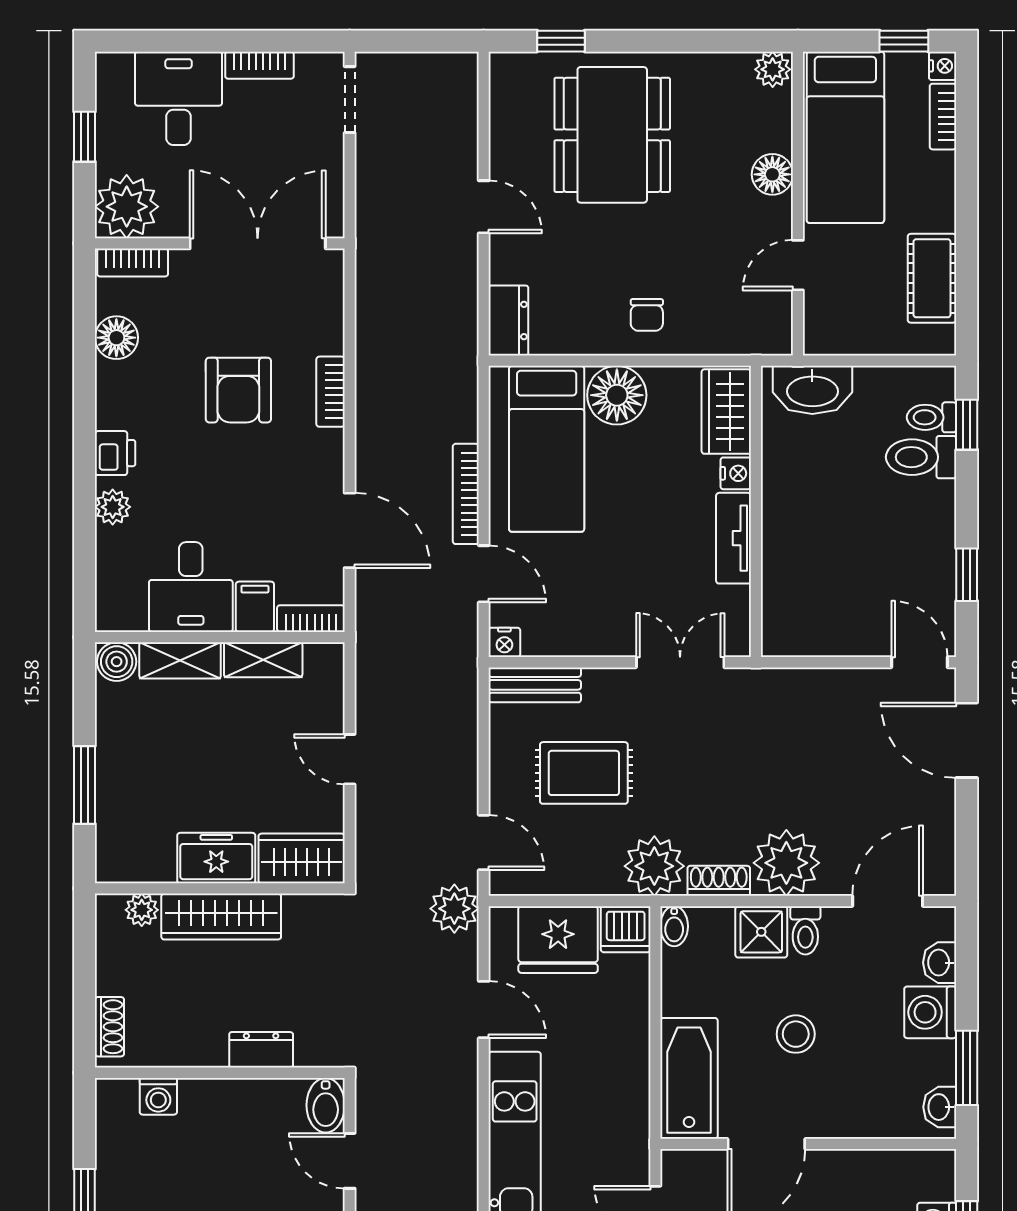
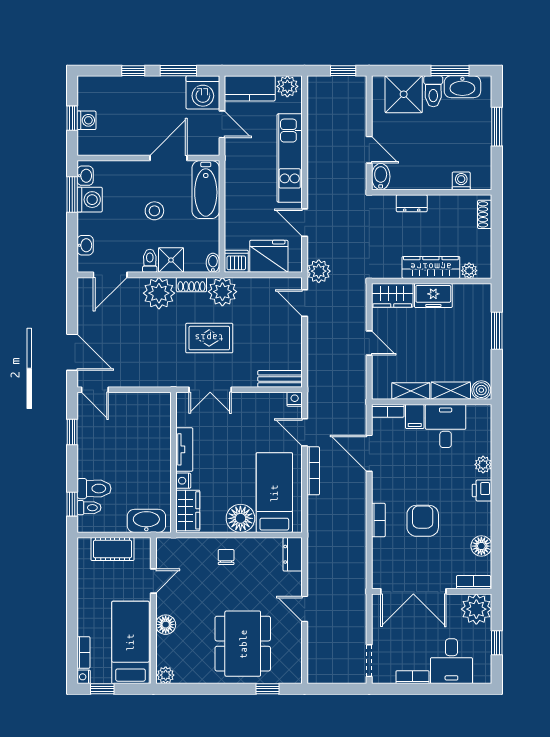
cot: (932, 278) -> (113, 549), moved, turned 90
rug: (584, 773) -> (209, 338), moved
washing machine: (930, 1012) -> (90, 200), moved

